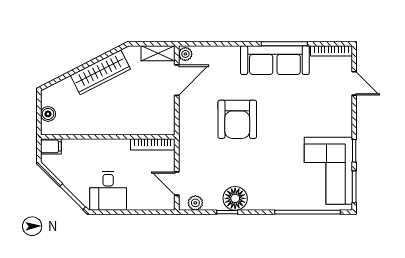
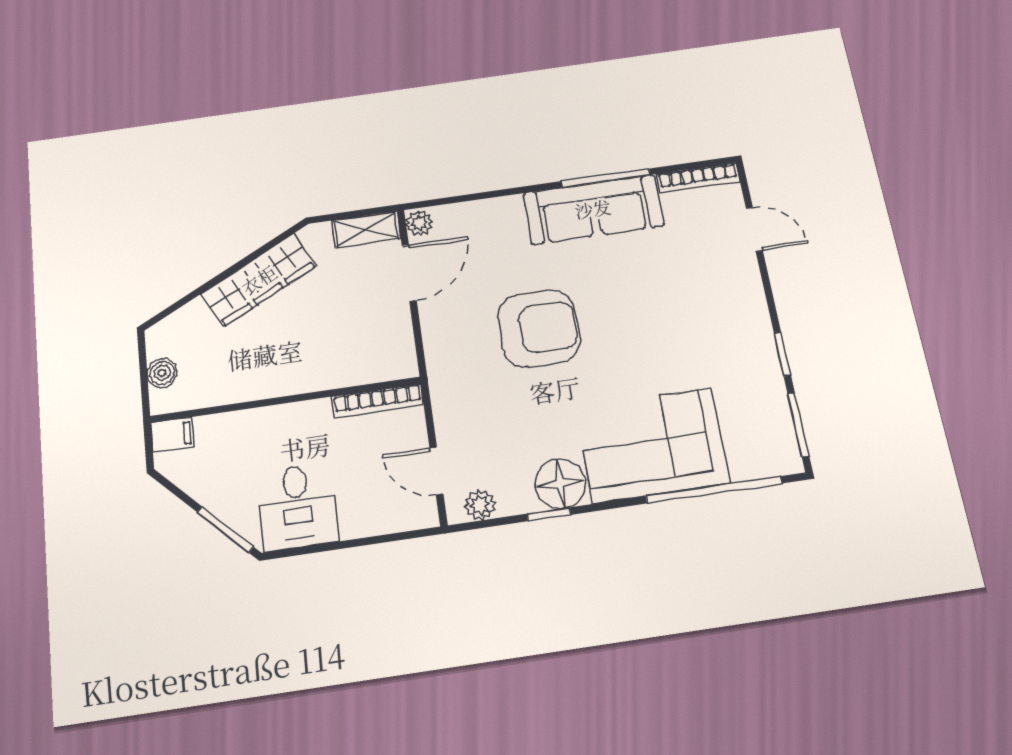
armchair: (237, 119) -> (539, 329), turned -90
corner sofa: (328, 171) -> (652, 445), moved, turned 90

